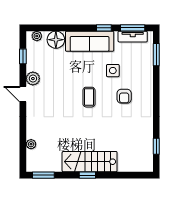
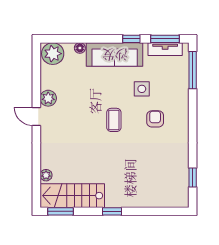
plant: (37, 36) -> (53, 54), width x1.87, depth x1.87
floor lamp: (56, 40) -> (80, 48), width x0.53, depth x0.53
window: (156, 55) -> (193, 70), width x1.44
window: (23, 56) -> (36, 72), removed
armchair: (124, 96) -> (155, 119), turned 180
stairs: (90, 162) -> (72, 196), moved

